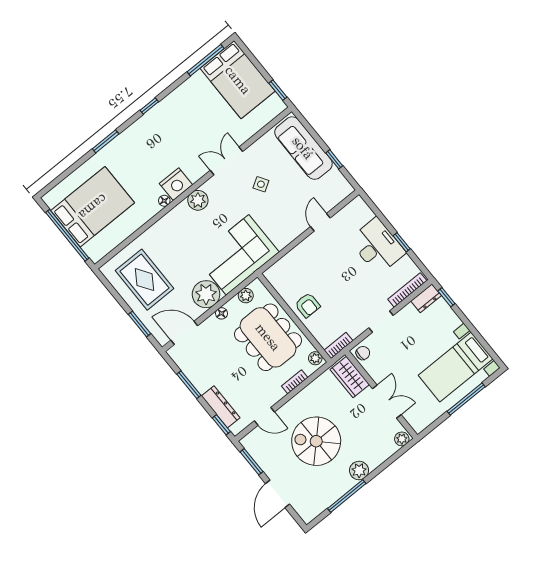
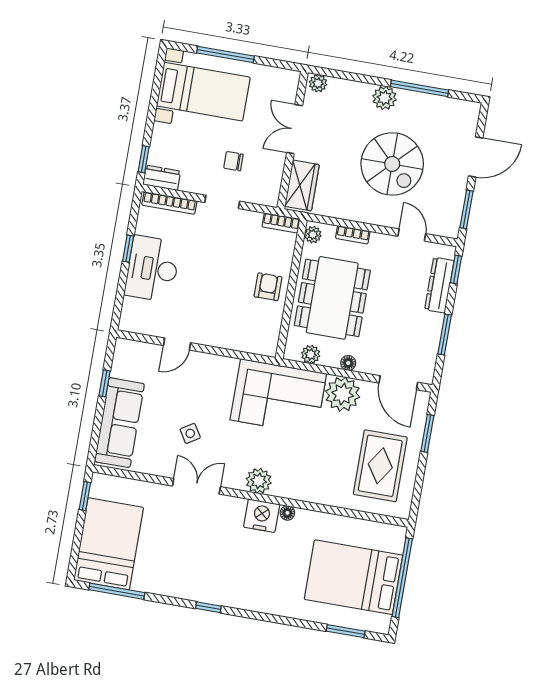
window: (106, 141) -> (346, 631), moved
double door: (227, 161) -> (196, 486), swing flipped
chair: (363, 353) -> (233, 161), moved

